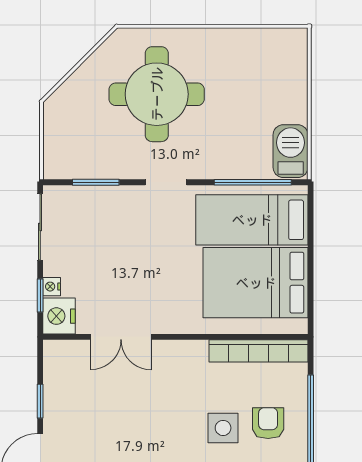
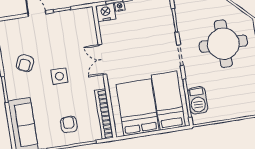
barbecue: (291, 151) -> (198, 100), moved, turned 90
double door: (121, 337) -> (102, 59), moved
armchair: (268, 423) -> (69, 124), turned -90
side table: (223, 428) -> (59, 76), moved

